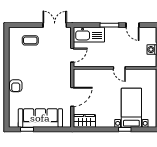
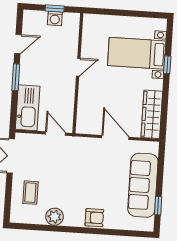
plant: (15, 58) -> (55, 217), added
wardrobe: (84, 121) -> (152, 114), width x1.50

